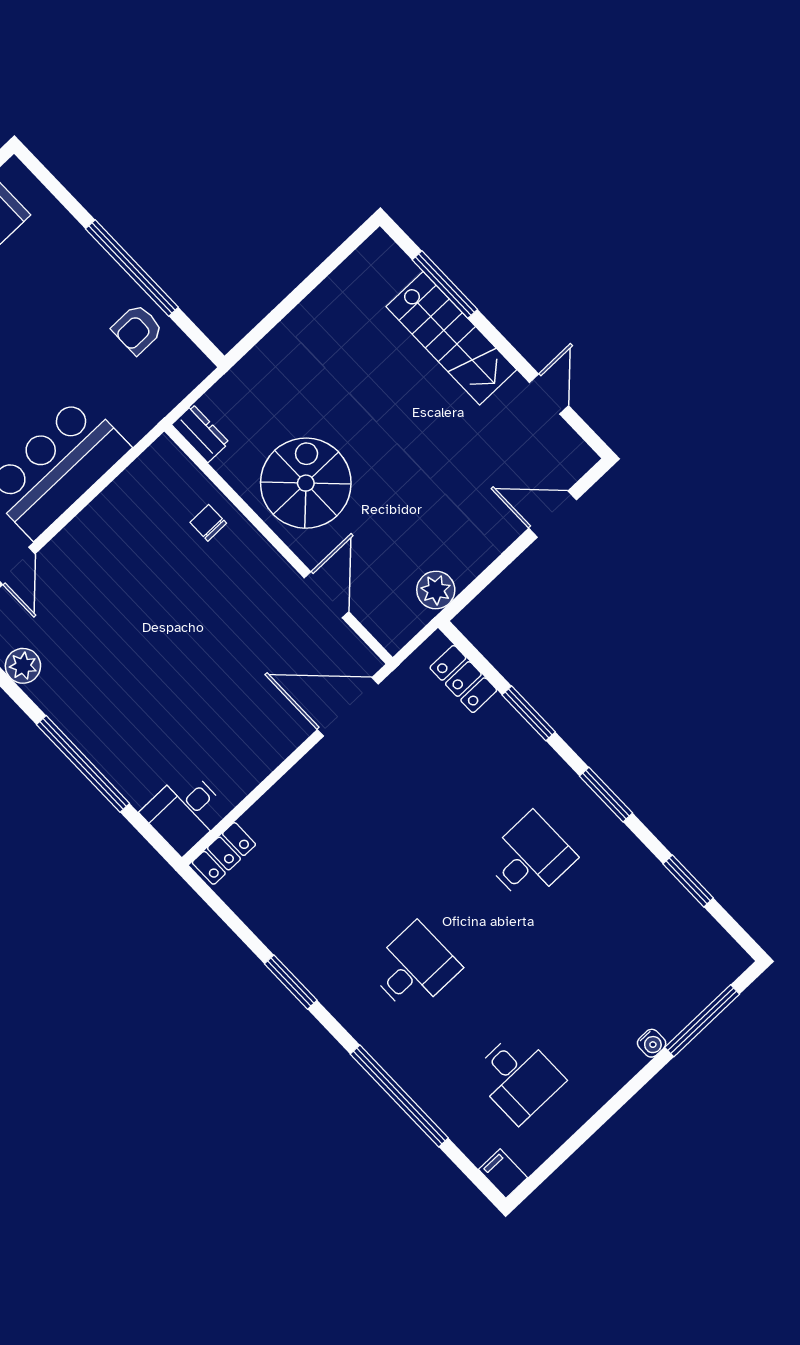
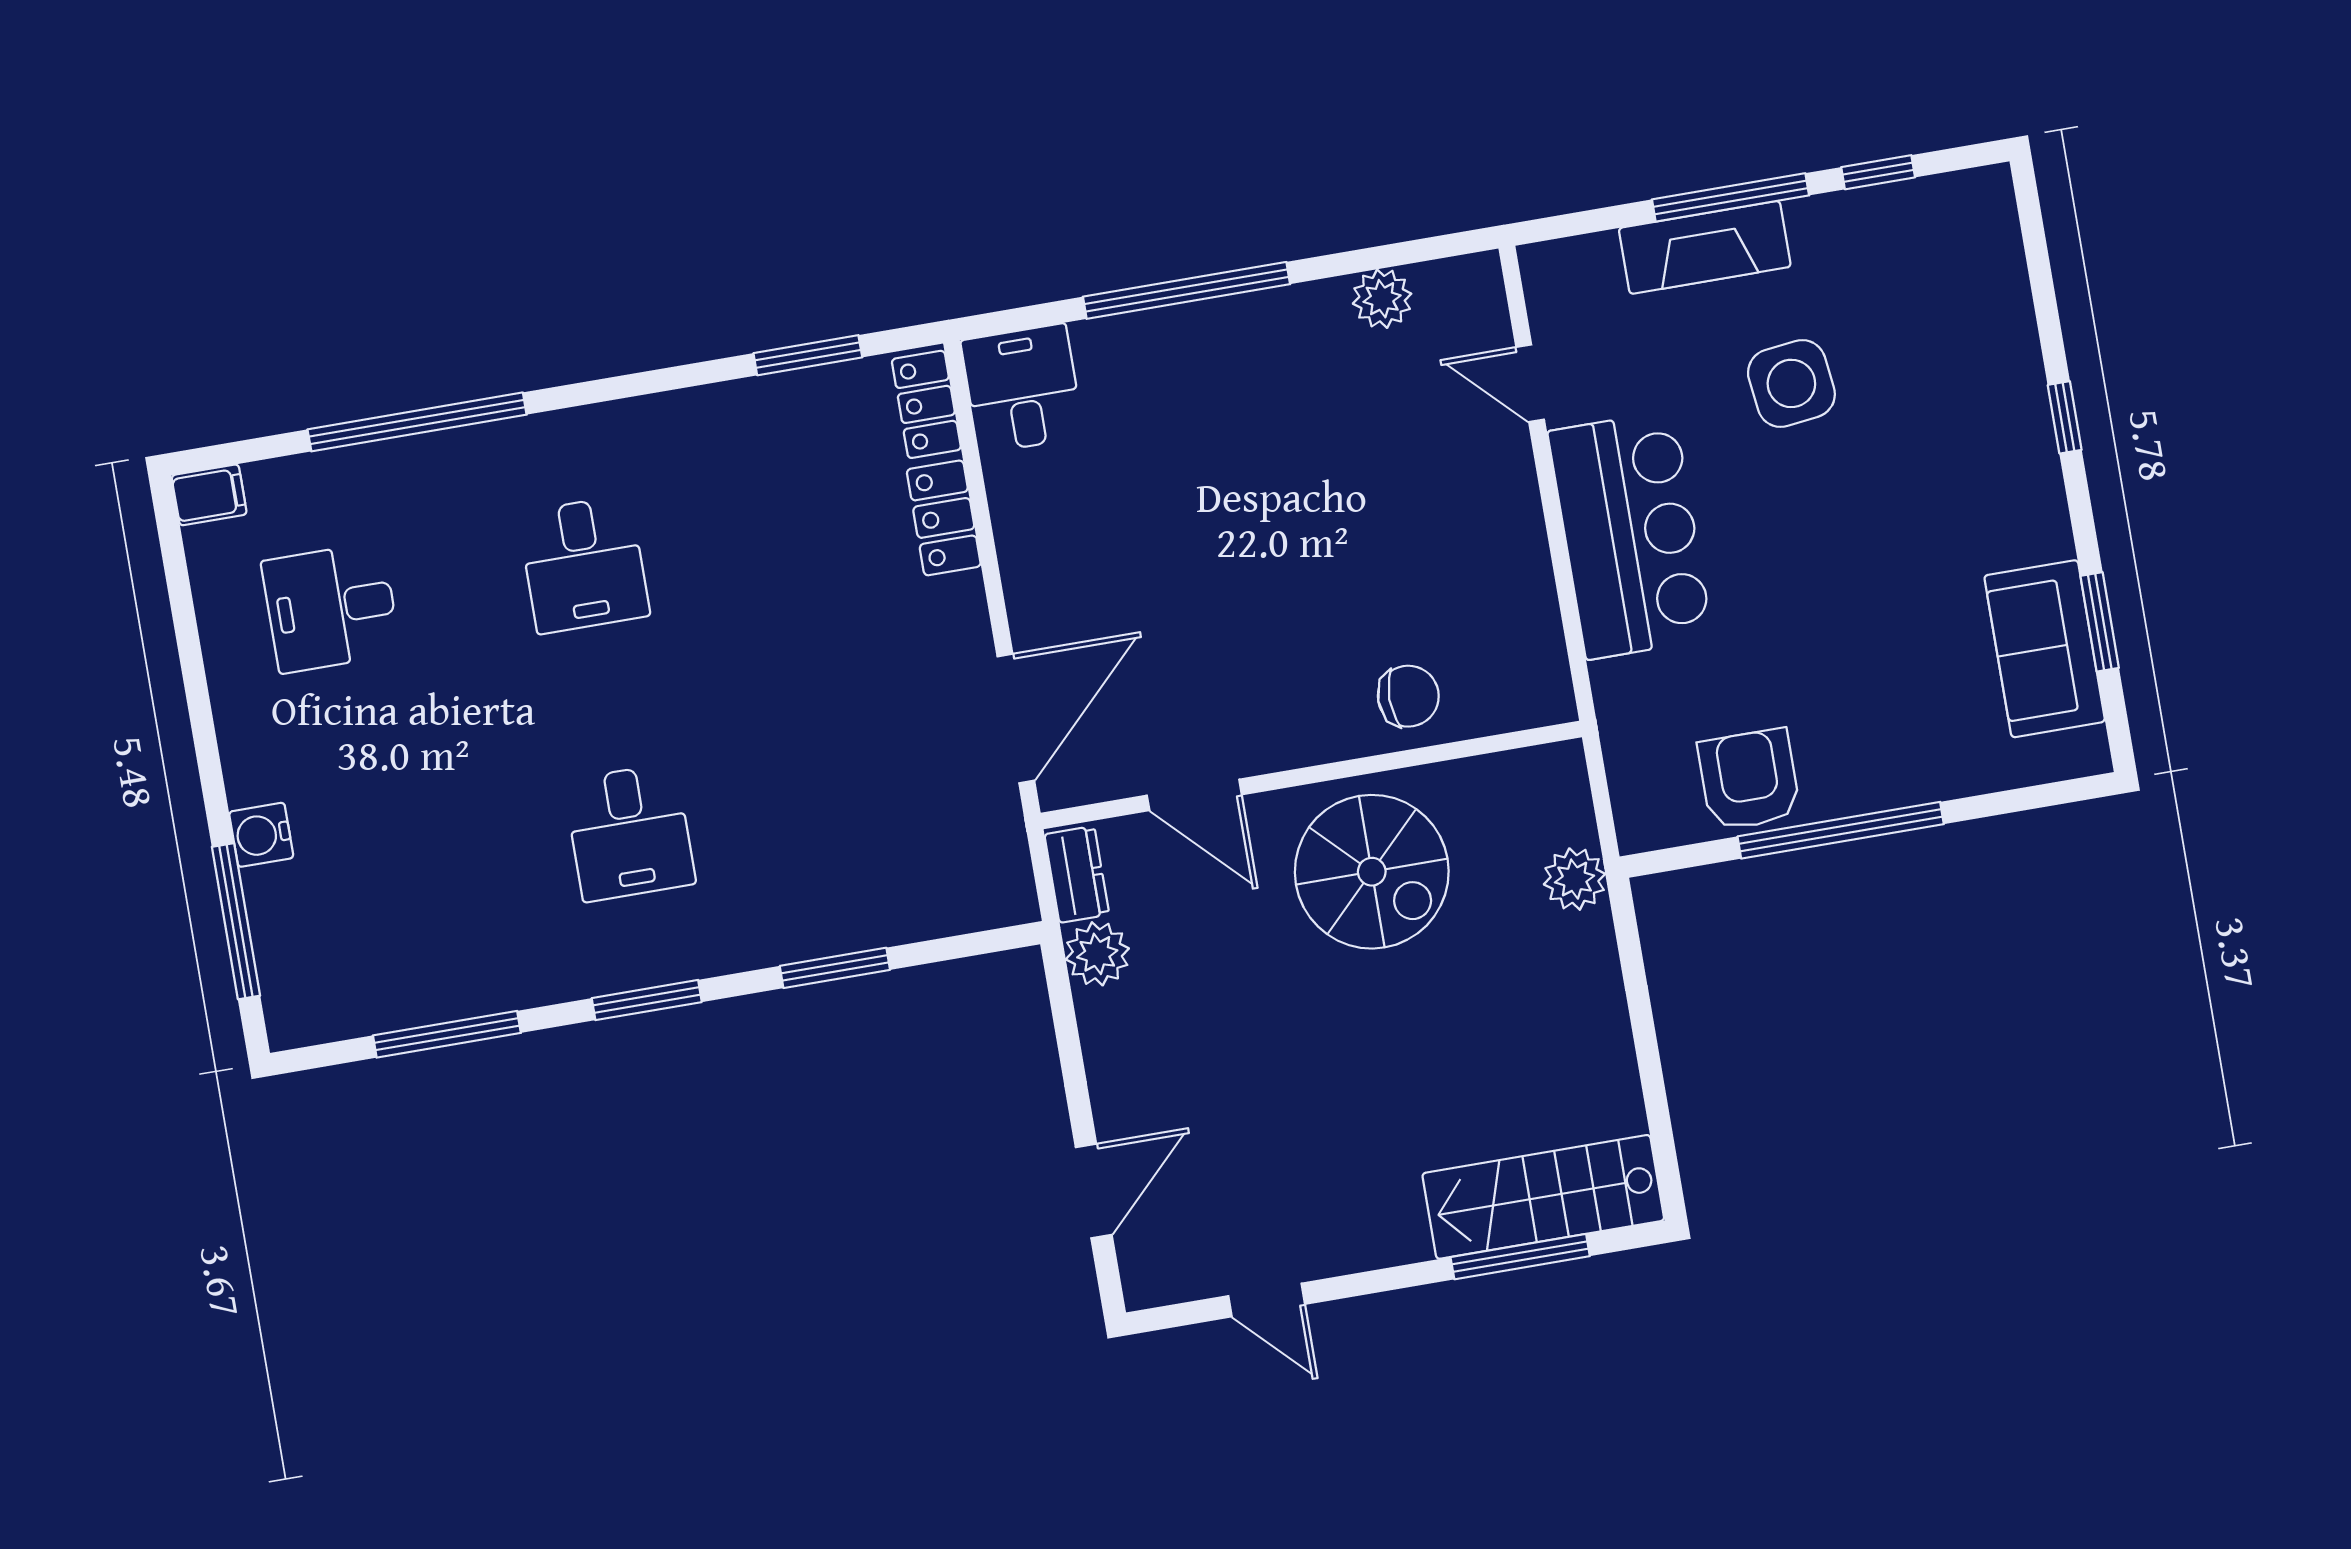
armchair: (137, 329) -> (1749, 780), width x1.38, depth x1.38
stairs: (451, 338) -> (1543, 1197), moved
plant: (243, 382) -> (1575, 879), added
dresser: (200, 433) -> (1077, 874), moved, turned -90
chair: (208, 523) -> (1408, 696), width x1.37, depth x1.37
locker: (463, 679) -> (944, 518), moved, turned -90
window: (688, 881) -> (447, 1034), width x1.44
window: (291, 982) -> (808, 355), moved
water cooler: (652, 1043) -> (261, 835), width x1.38, depth x1.38

